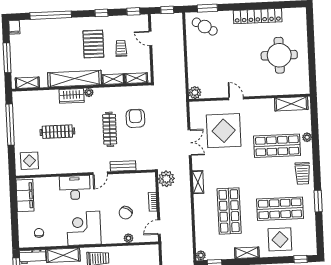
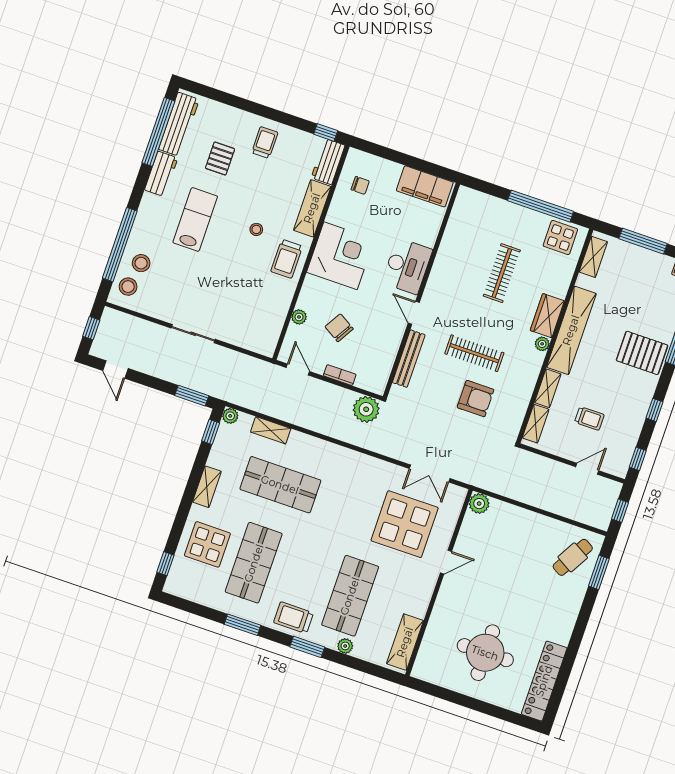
locker: (258, 16) -> (544, 681), moved
pallet: (93, 44) -> (642, 353), moved
double door: (190, 143) -> (430, 473), moved
window: (316, 159) -> (307, 647), added
display table: (29, 161) -> (560, 238), moved
bench: (123, 166) -> (409, 359), width x1.36
shelving: (198, 182) -> (271, 430), moved

